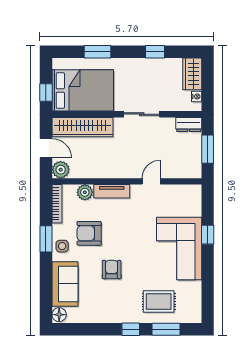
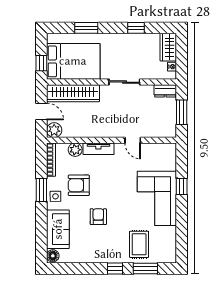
door: (151, 181) -> (133, 140), swing flipped
rug: (159, 301) -> (139, 244), turned 90

